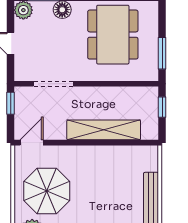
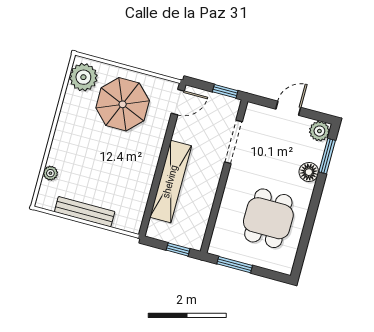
dining table: (113, 35) -> (268, 218), width x0.73
door: (32, 143) -> (178, 102), hinge flipped

